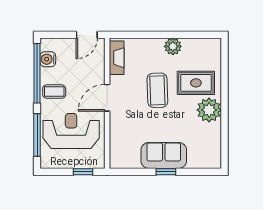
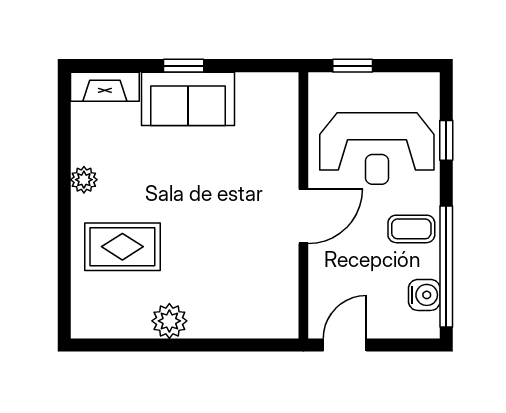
fireplace: (117, 58) -> (105, 87), moved, turned -90
coffee table: (157, 90) -> (201, 231), removed
plant: (209, 110) -> (84, 180), width x0.53, depth x0.53
window: (37, 135) -> (446, 140), width x0.46

